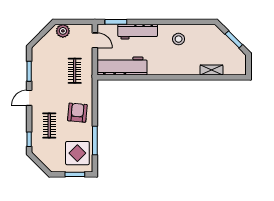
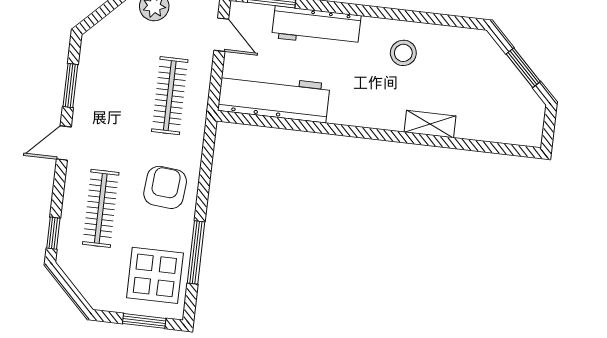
shelving: (212, 70) -> (430, 124), moved
clothes rail: (75, 71) -> (170, 96), width x1.36
clothes rail: (49, 126) -> (101, 208), width x1.36

